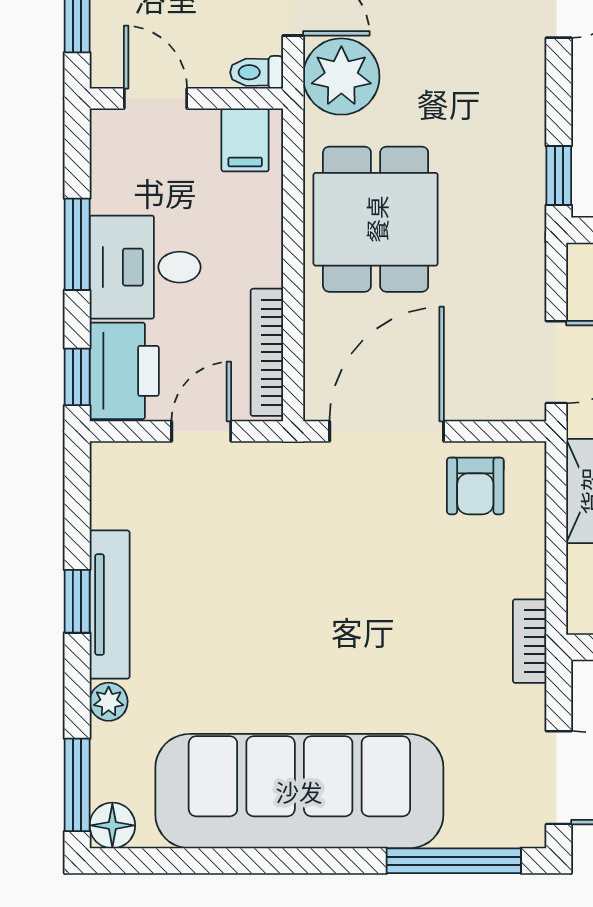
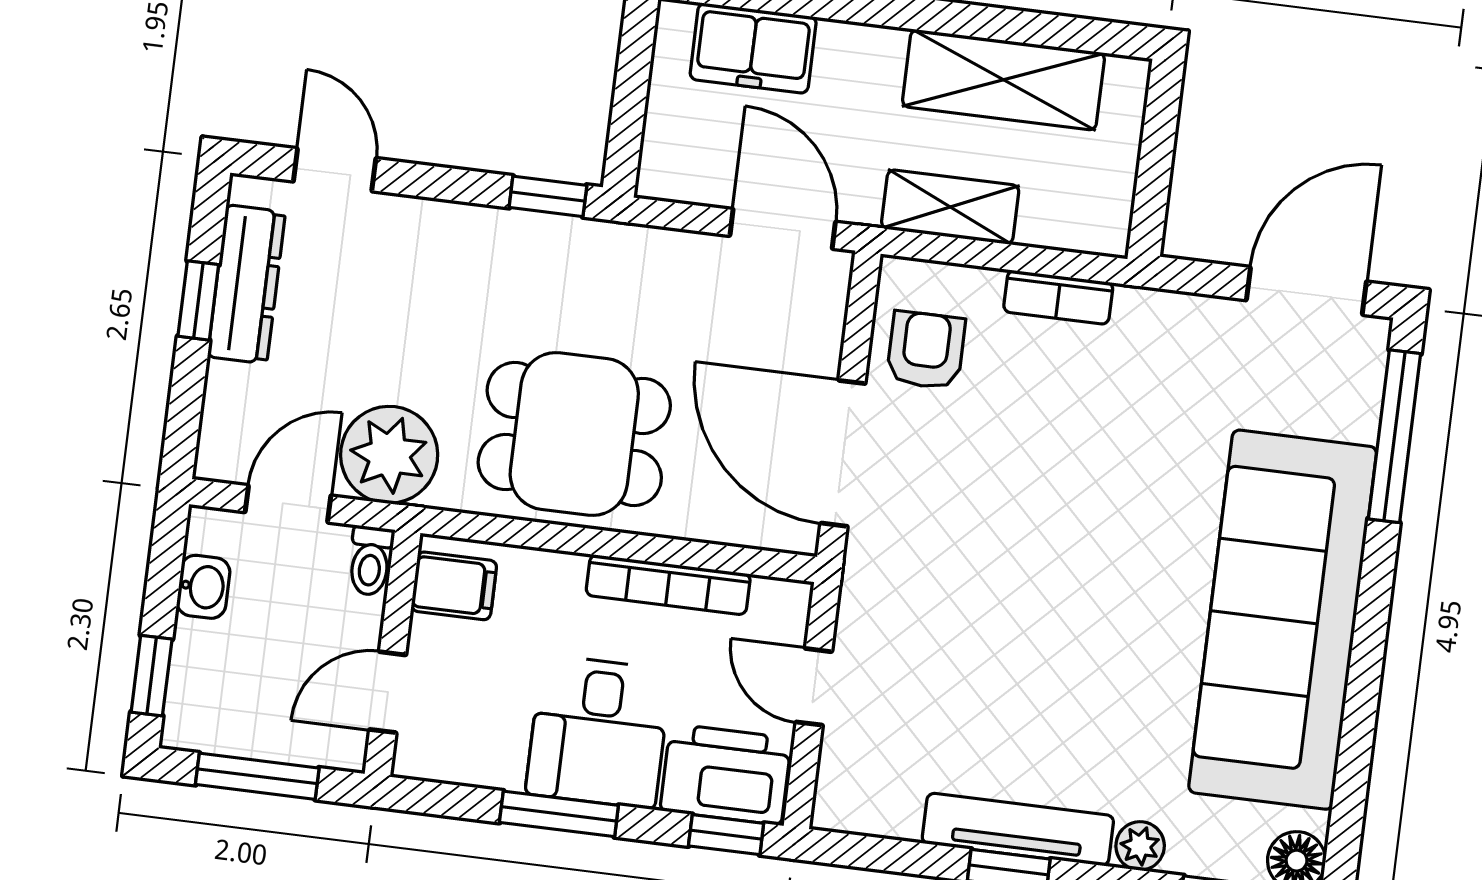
bookcase: (267, 352) -> (668, 585), moved
armchair: (475, 486) -> (926, 350), turned -90
bookcase: (530, 641) -> (1058, 297), moved

